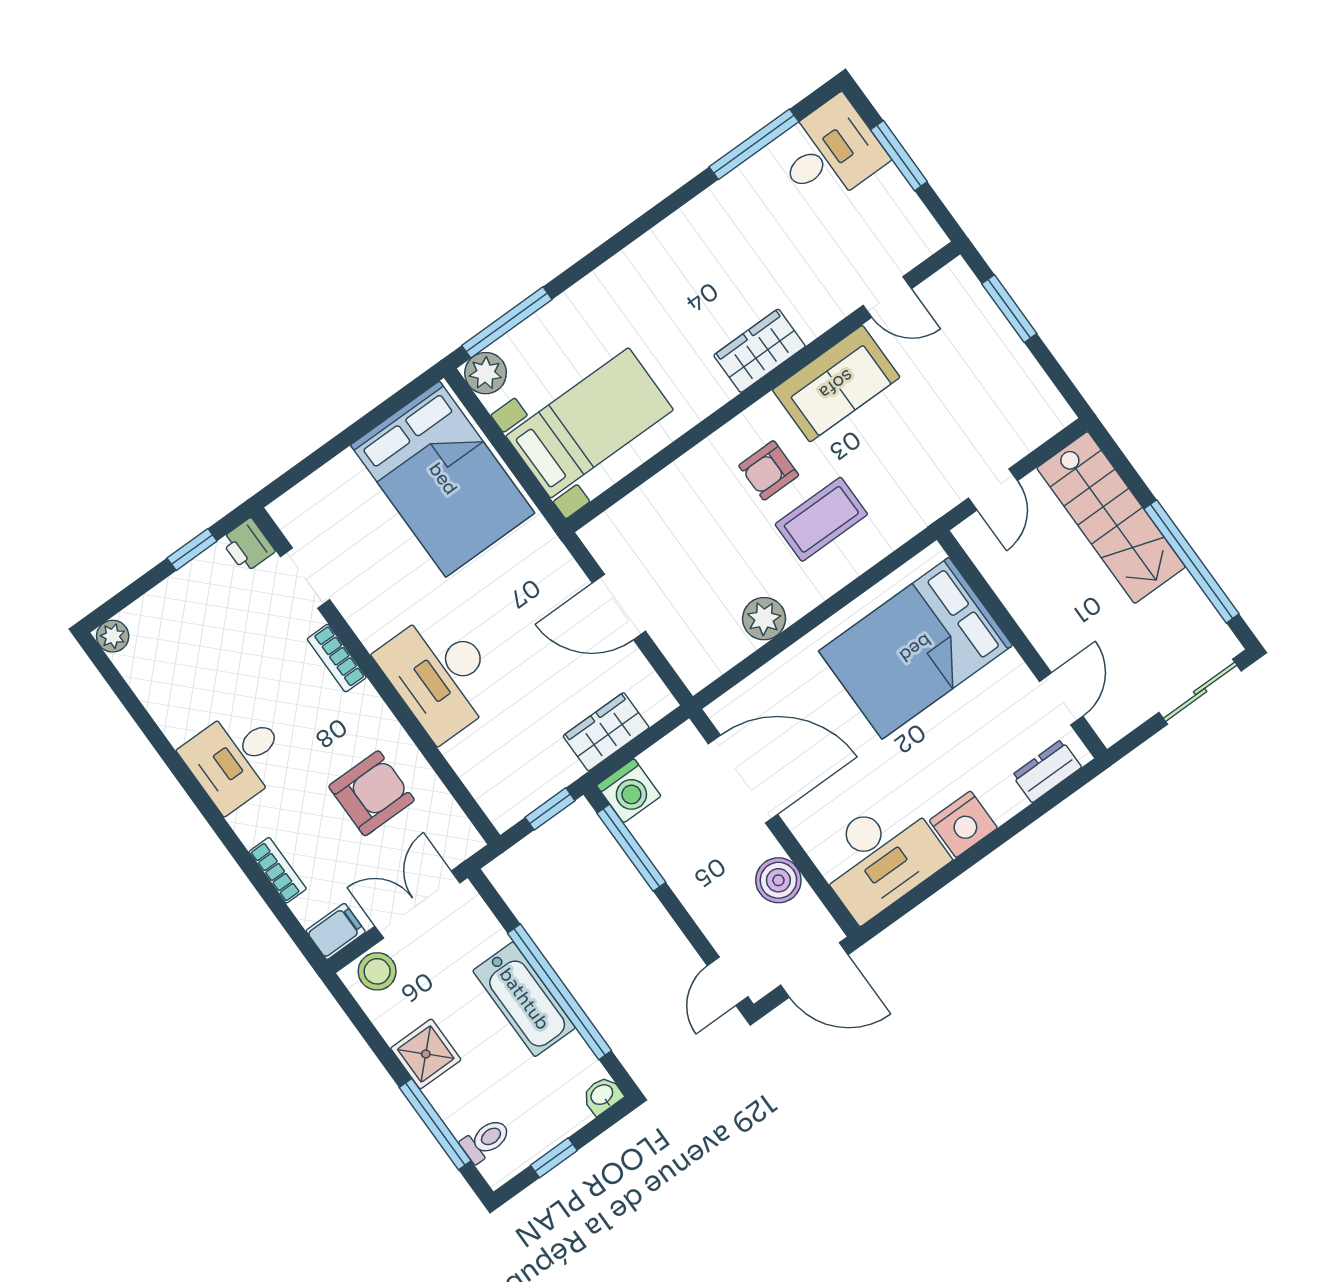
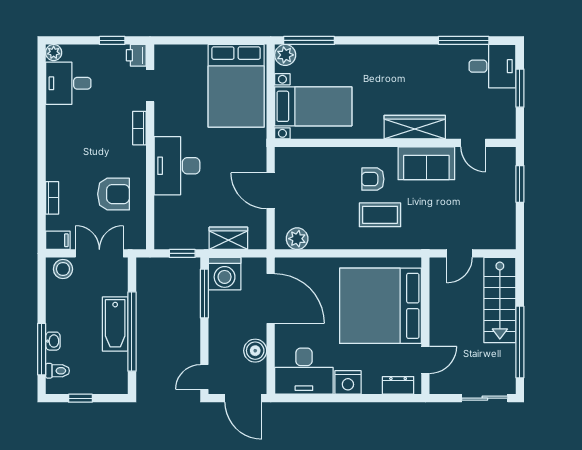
wardrobe: (760, 351) -> (415, 127), width x1.50
plant: (764, 619) -> (297, 239), moved
bed: (915, 648) -> (381, 306), width x1.36
desk: (236, 758) -> (68, 83), moved
washing machine: (629, 791) -> (225, 274), width x1.37, depth x1.37
shower: (426, 1054) -> (59, 317), removed
washbasin: (602, 1095) -> (53, 341), moved, turned 90

